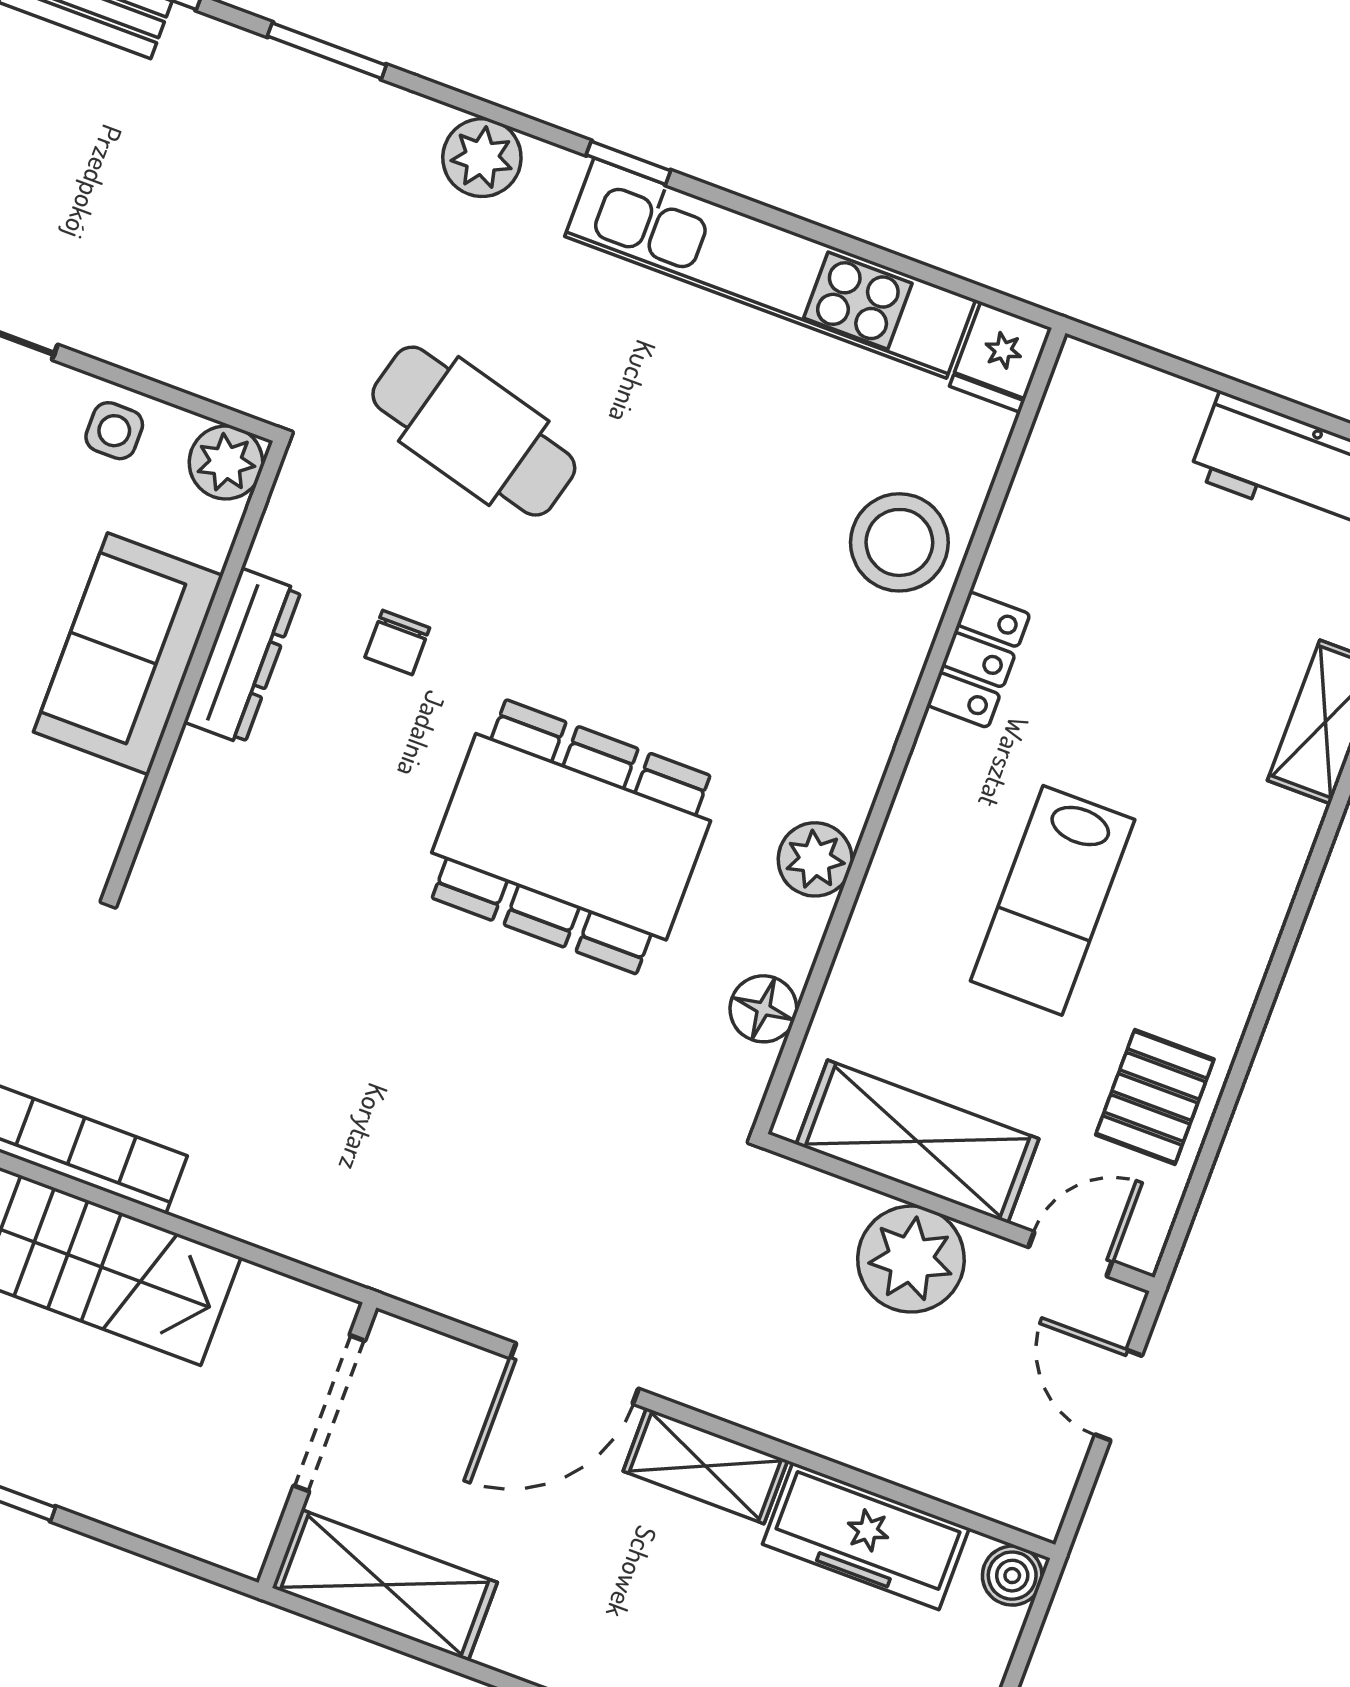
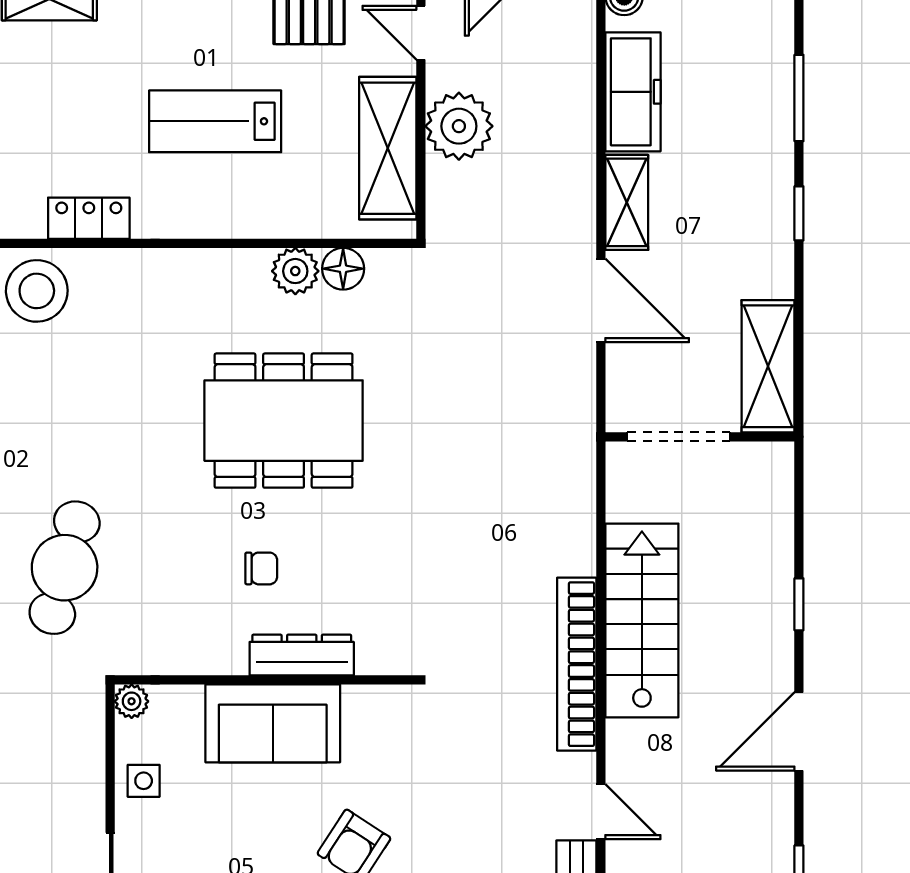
plant: (226, 462) -> (132, 701), width x0.73, depth x0.73
chair: (397, 642) -> (261, 568), moved
dresser: (243, 656) -> (302, 655), moved
dining table: (571, 837) -> (284, 421), turned 90
plant: (815, 859) -> (295, 271), moved
lab bench: (1053, 900) -> (215, 121), turned 180

